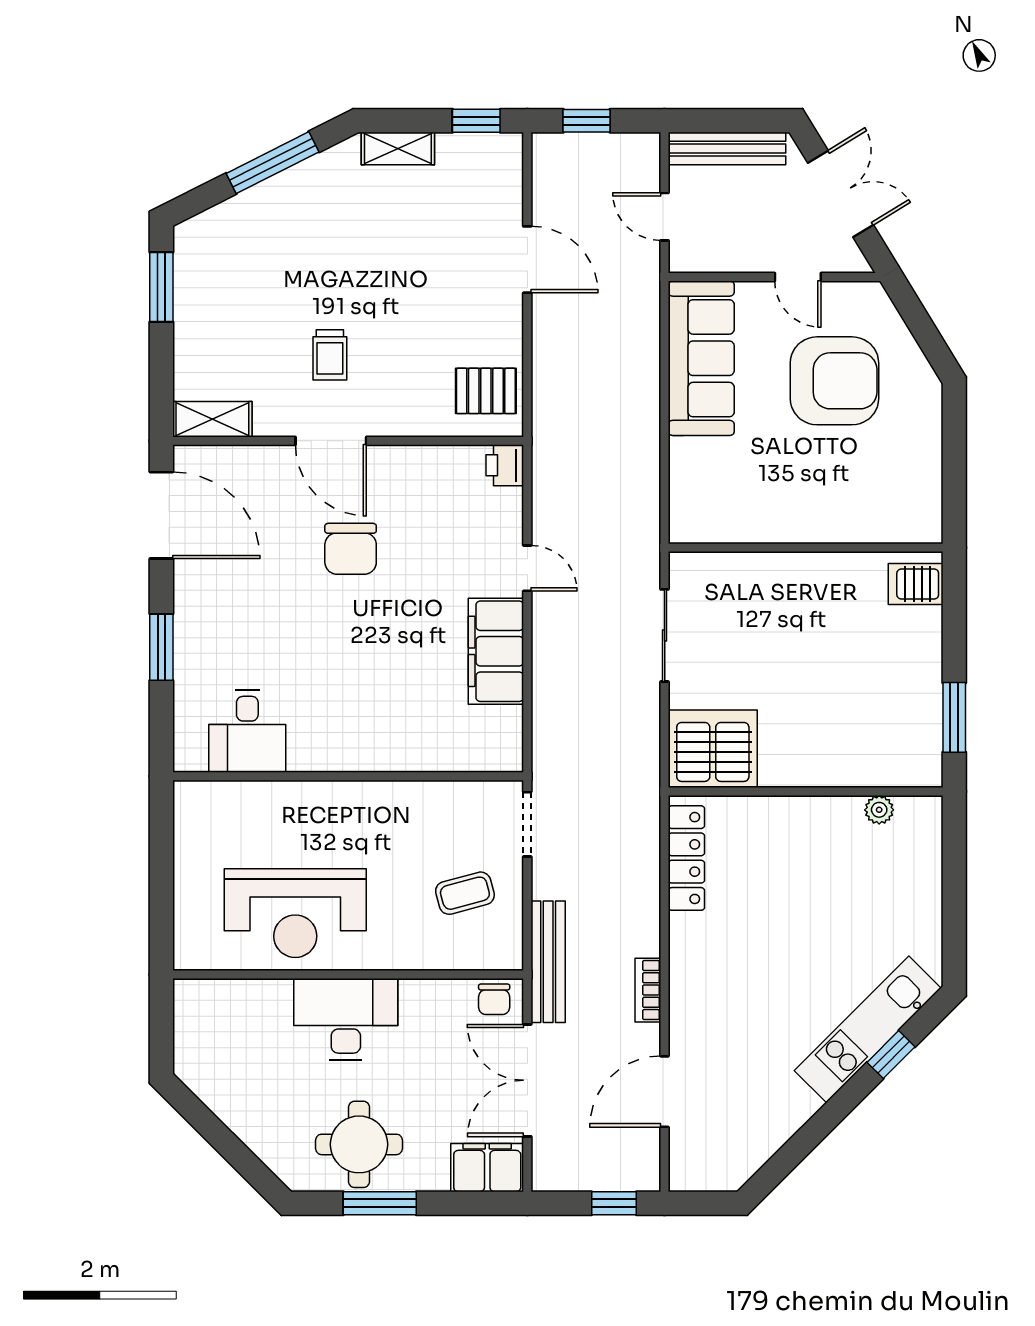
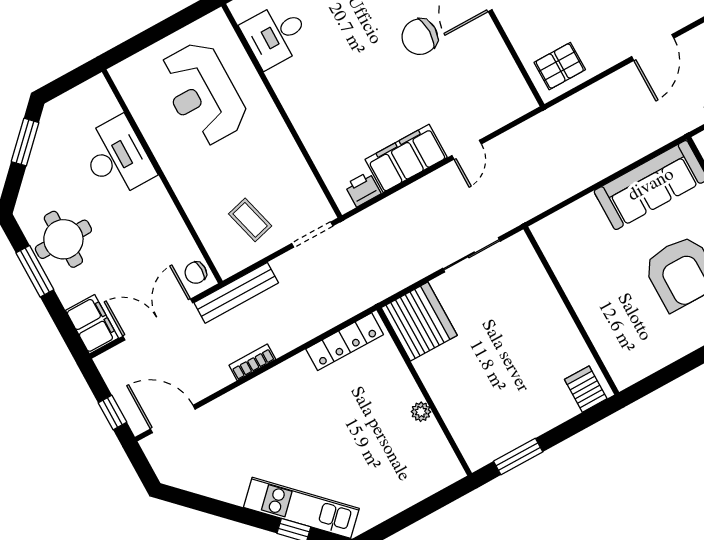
pallet: (486, 391) -> (560, 66), turned 90
printer: (505, 465) -> (363, 189), moved
plant: (879, 810) -> (421, 412), moved
reception desk: (295, 913) -> (203, 94), moved
desk: (346, 1019) -> (117, 157), moved
door: (665, 1092) -> (173, 419), moved
window: (208, 1125) -> (25, 142), added

